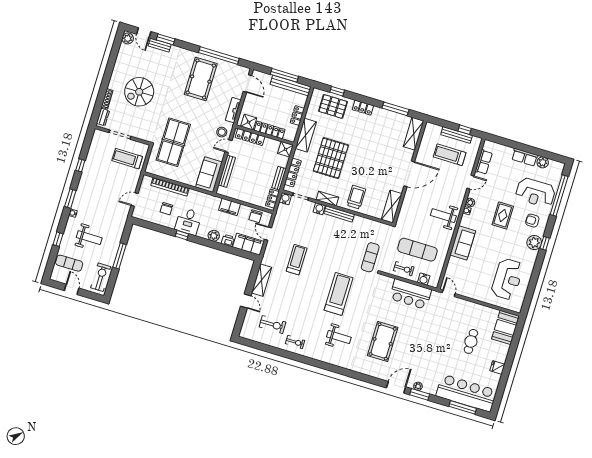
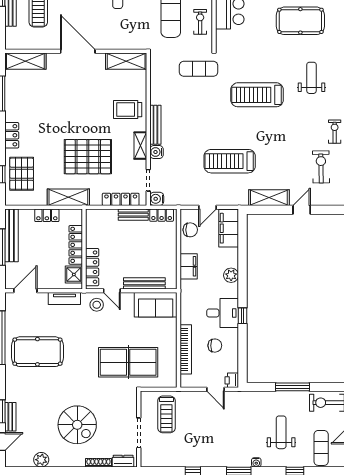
plant: (128, 38) -> (41, 460), moved
shower: (285, 149) -> (94, 217), removed
printer: (228, 240) -> (232, 380), moved
treadmill: (297, 260) -> (230, 161), width x1.37, depth x1.38

